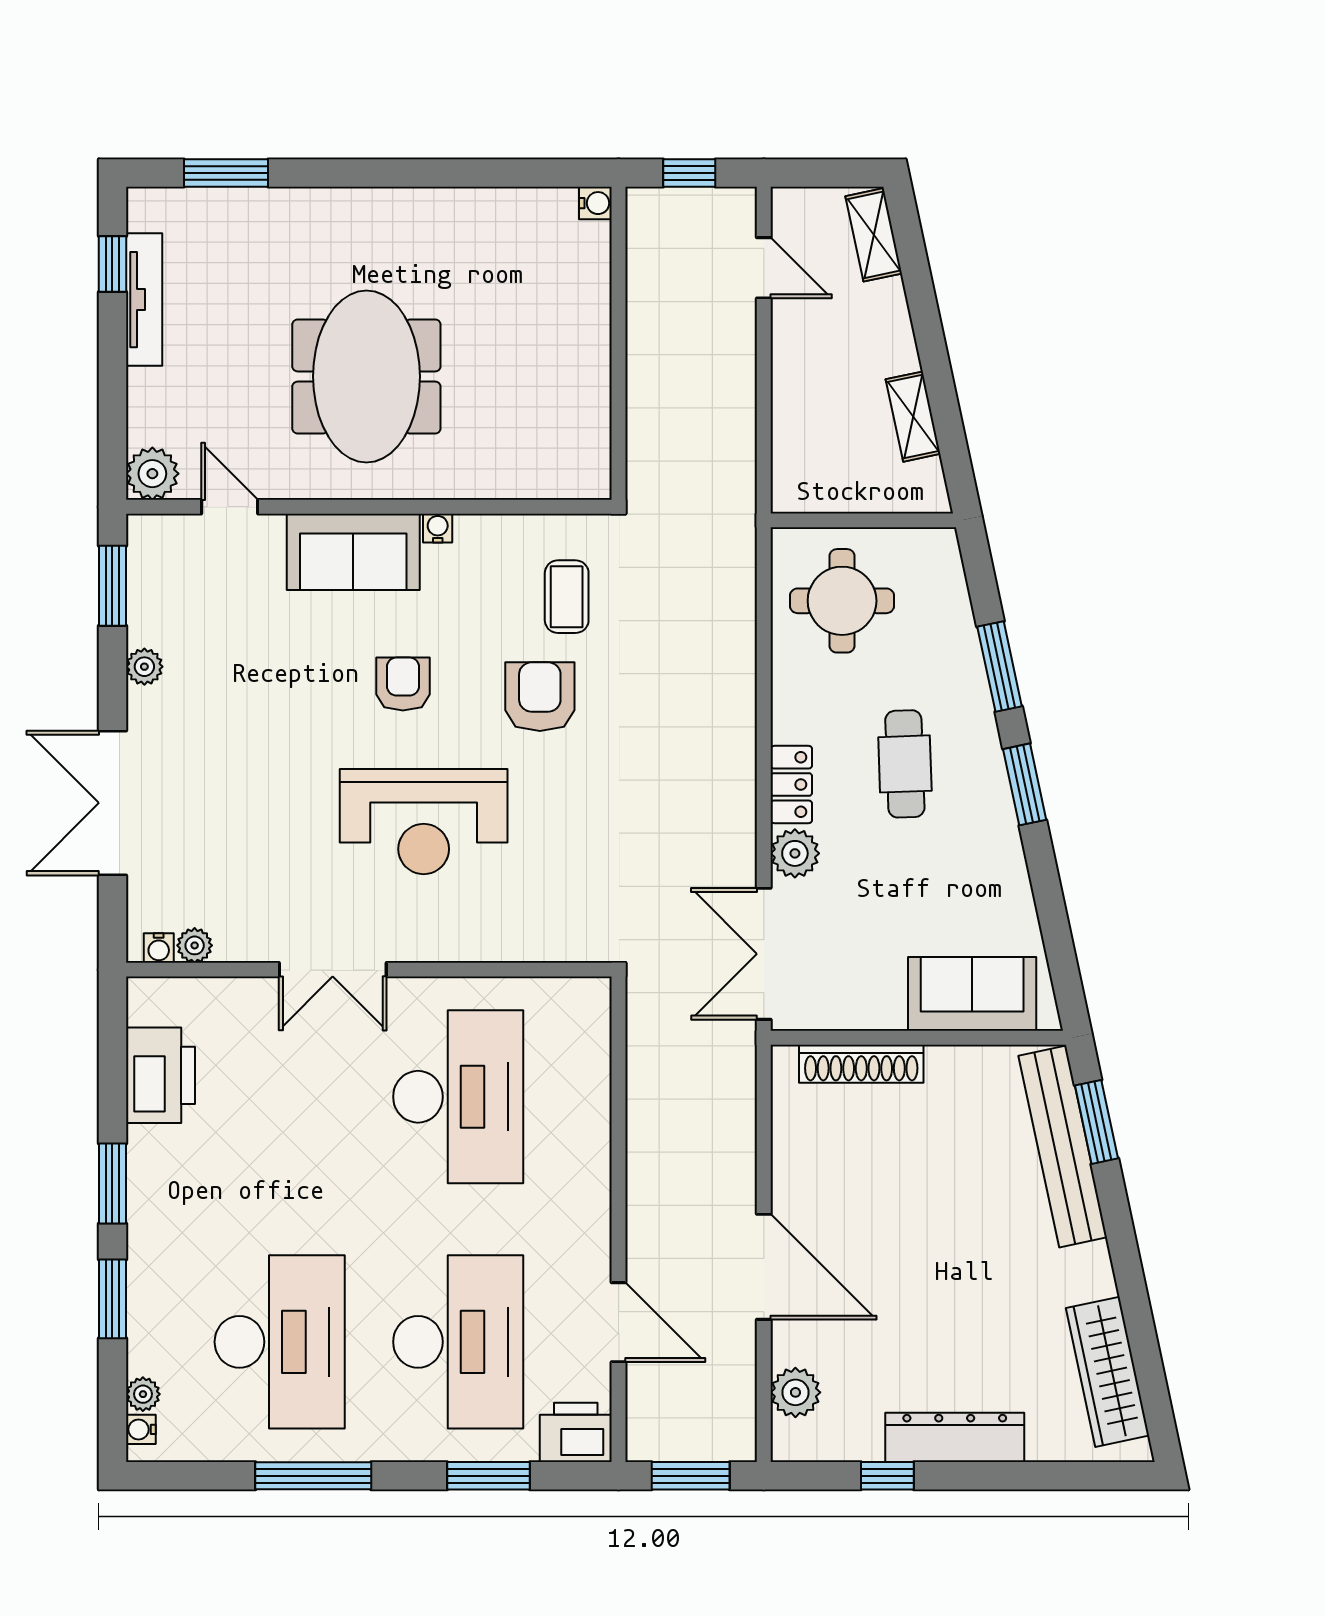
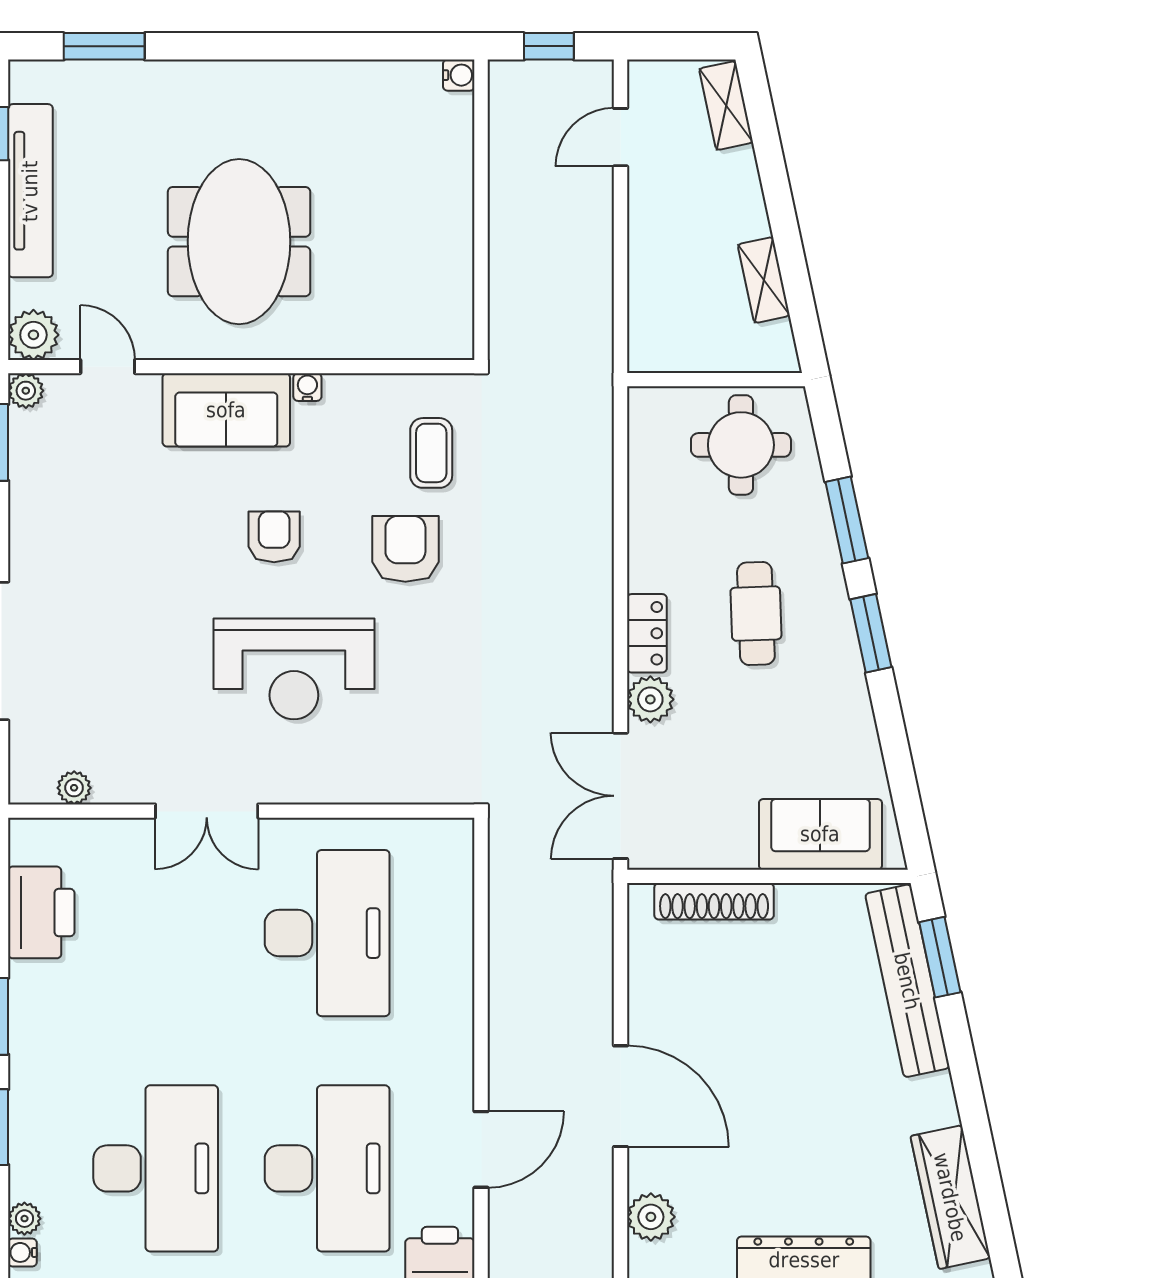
door: (764, 268) -> (620, 137), swing flipped
tv unit: (144, 300) -> (30, 191), width x1.36, depth x1.29
round table: (842, 601) -> (741, 445), moved
plant: (144, 667) -> (26, 391), moved
water cooler: (159, 948) -> (40, 790), removed
door: (619, 1322) -> (481, 1149), hinge flipped

